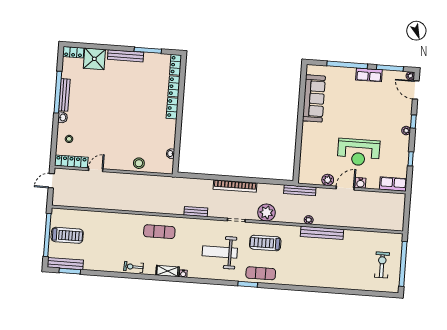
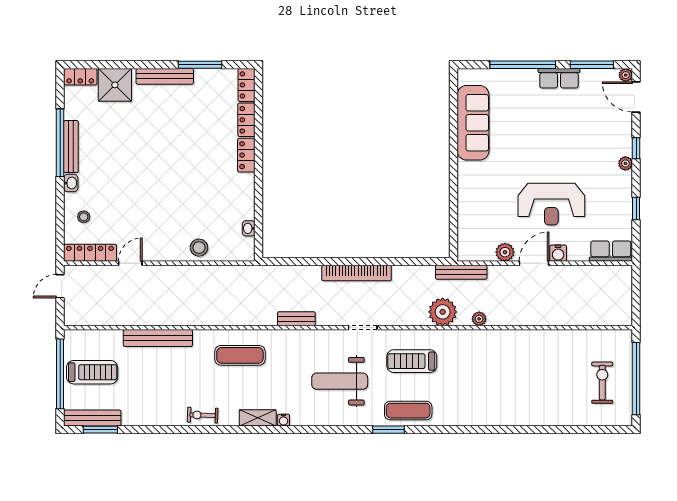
plant: (266, 212) -> (443, 312), moved
bench: (322, 233) -> (158, 338), moved

